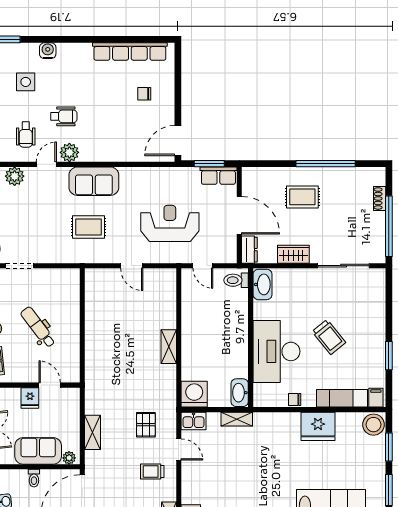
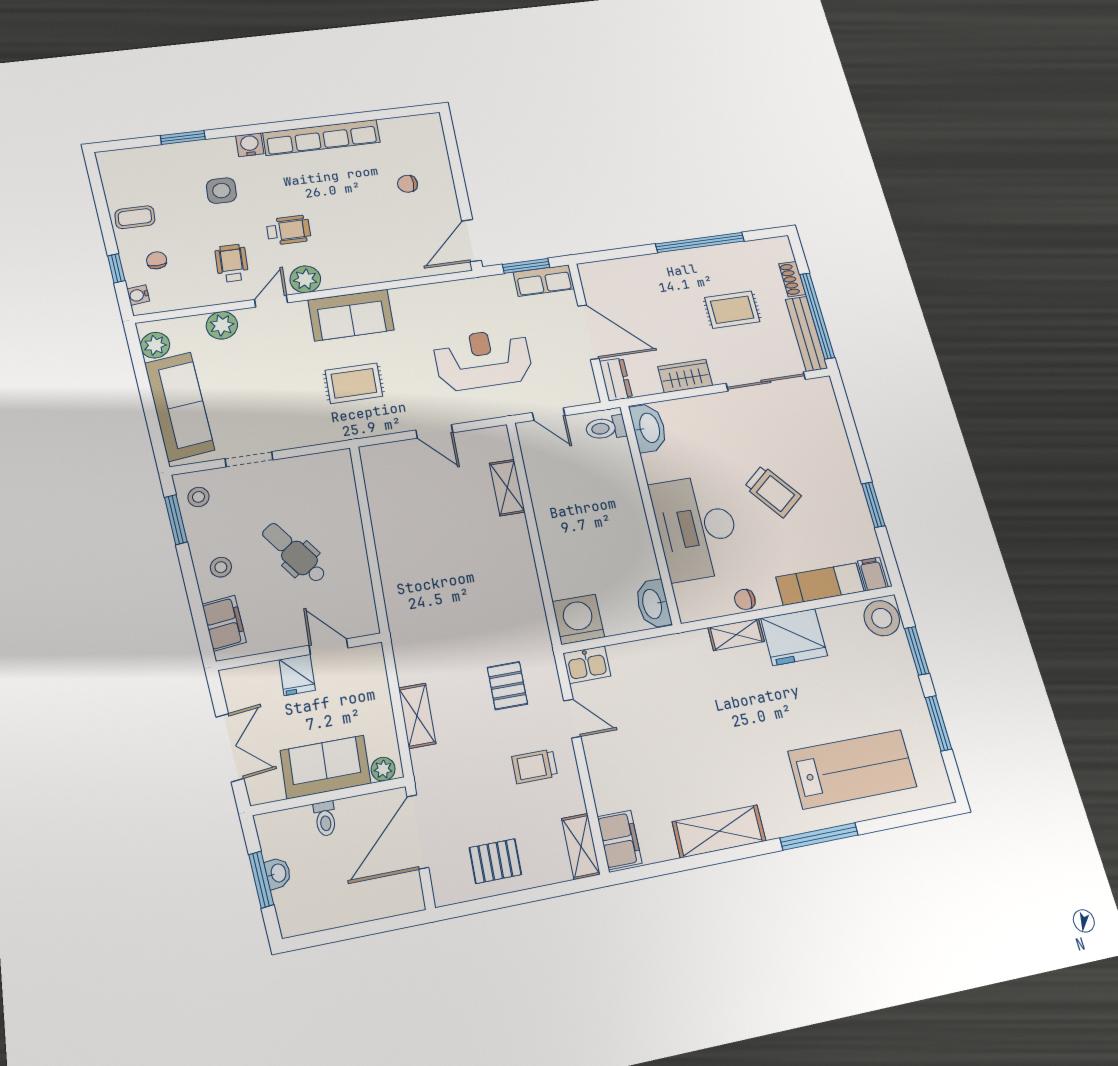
row of seats: (130, 51) -> (321, 137), moved
wheelchair: (26, 135) -> (232, 263), turned 180
rug: (302, 197) -> (732, 310), moved
bench: (378, 238) -> (806, 334), added
shelving: (169, 347) -> (507, 488), moved
shelving: (237, 419) -> (736, 635), moved

